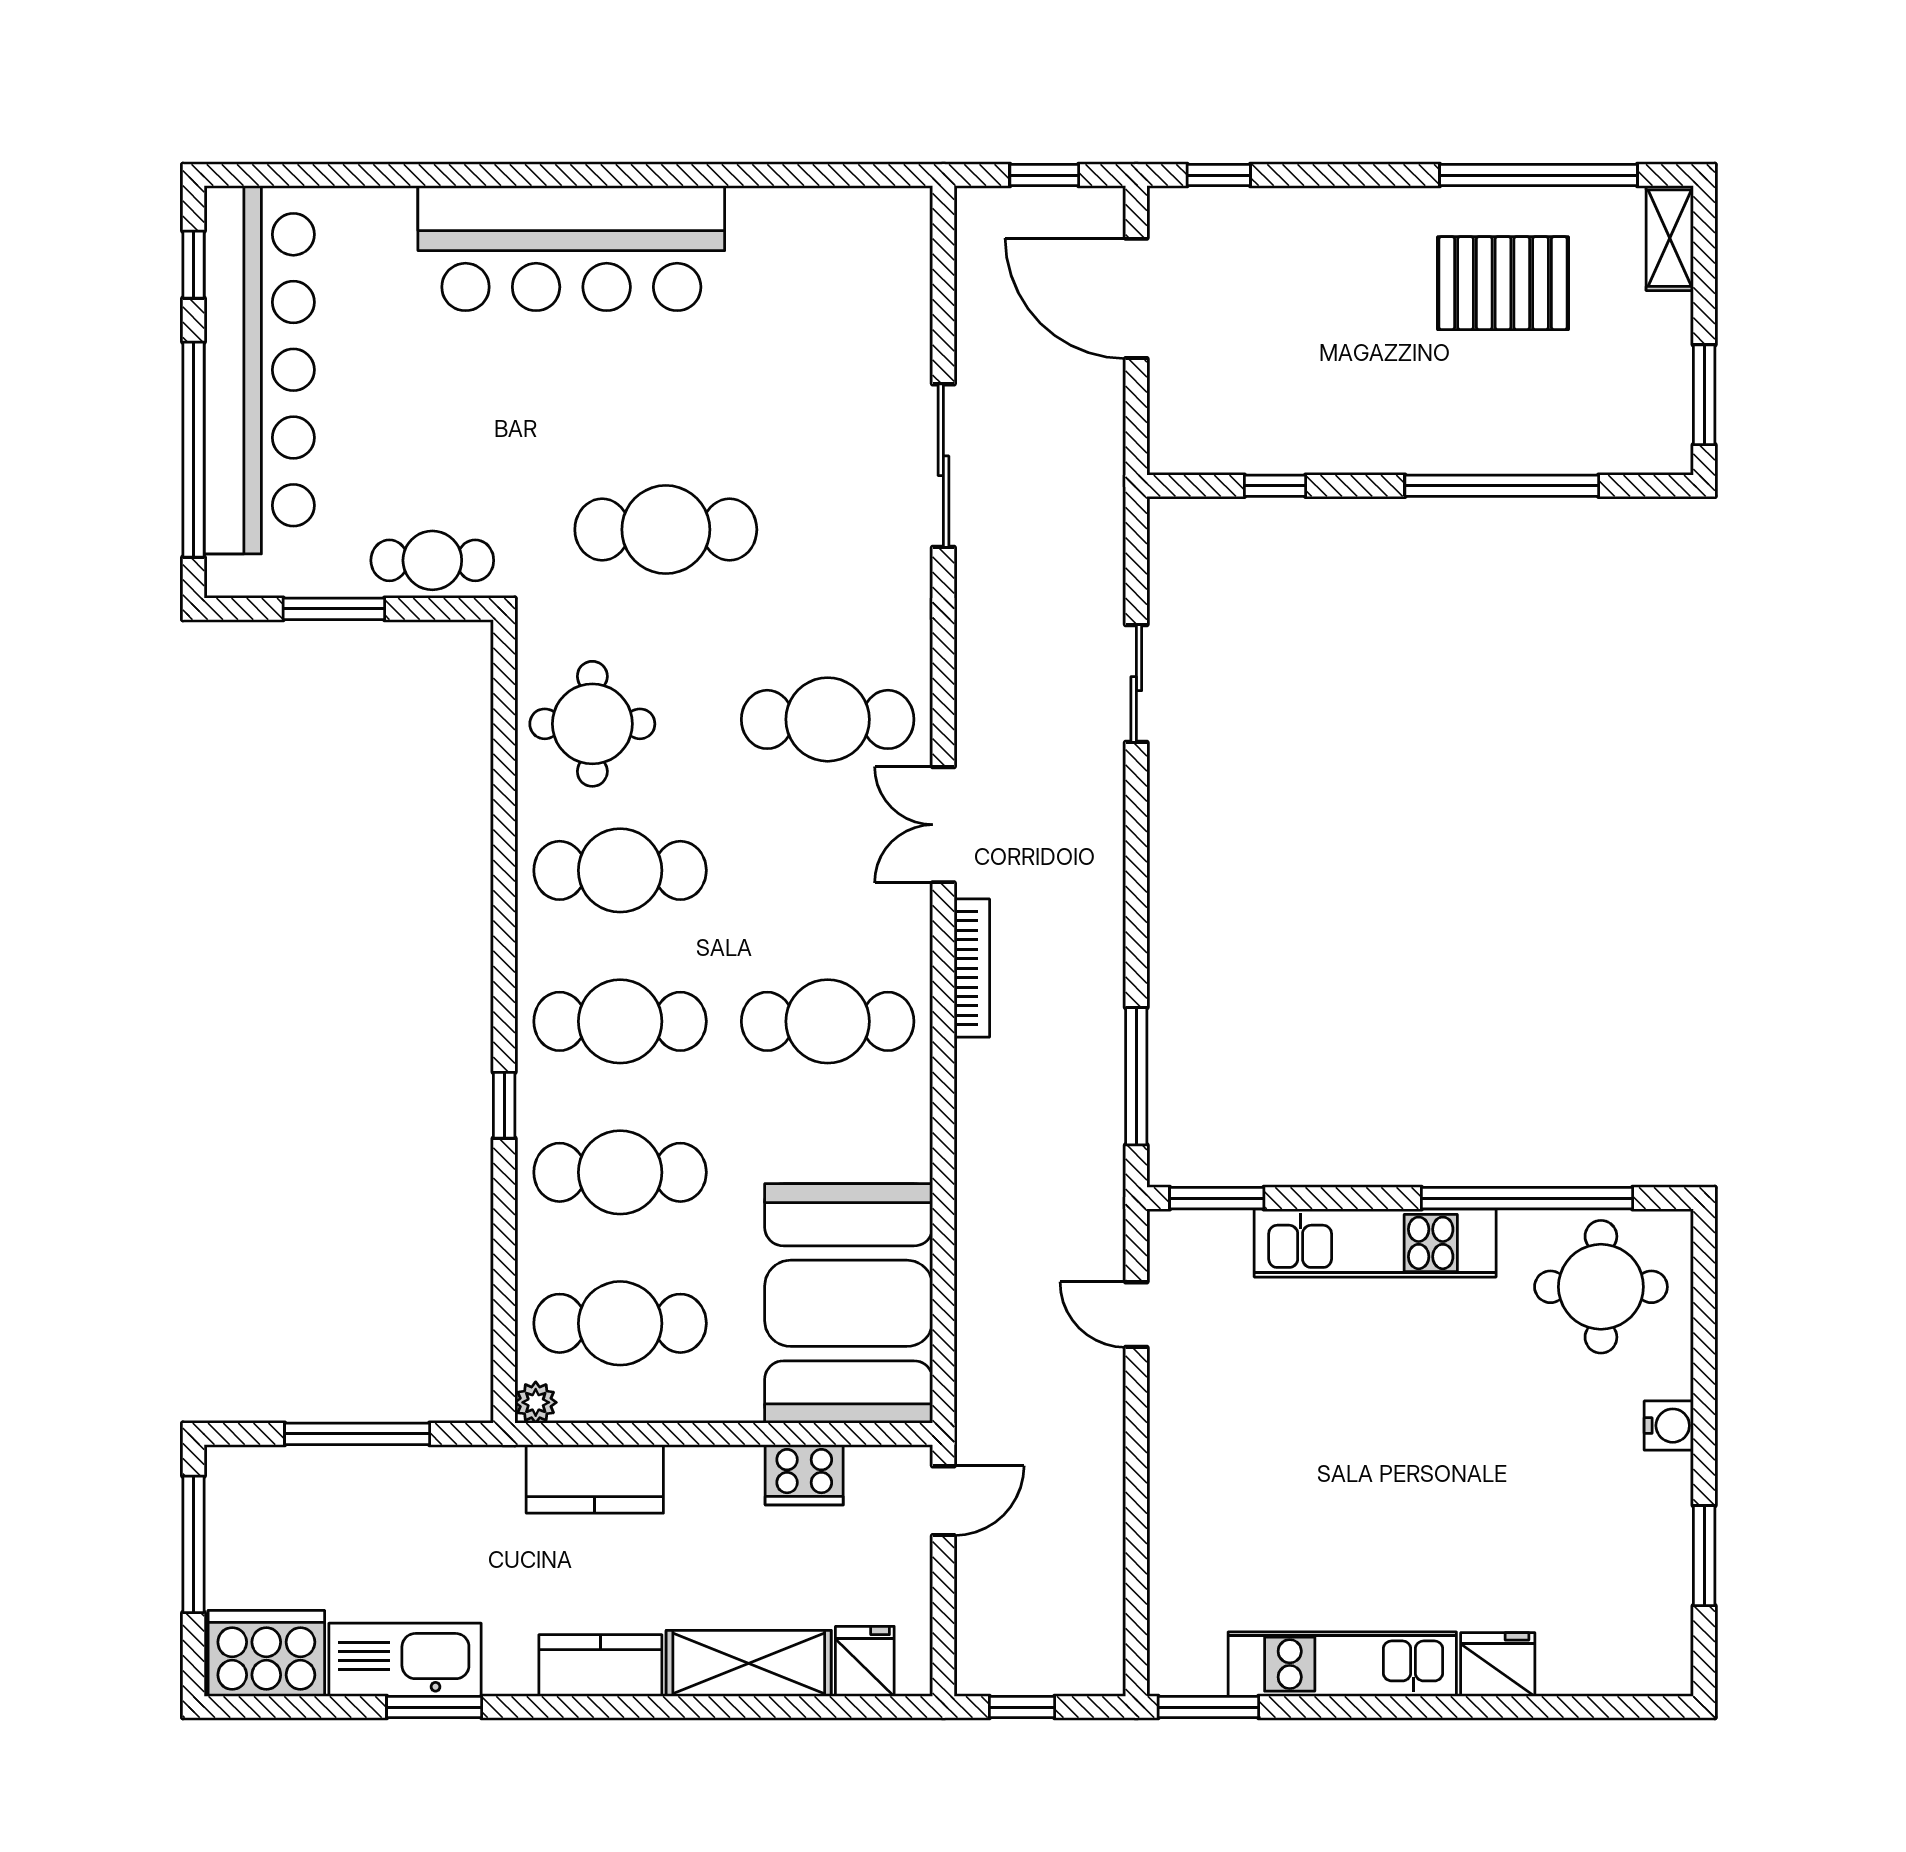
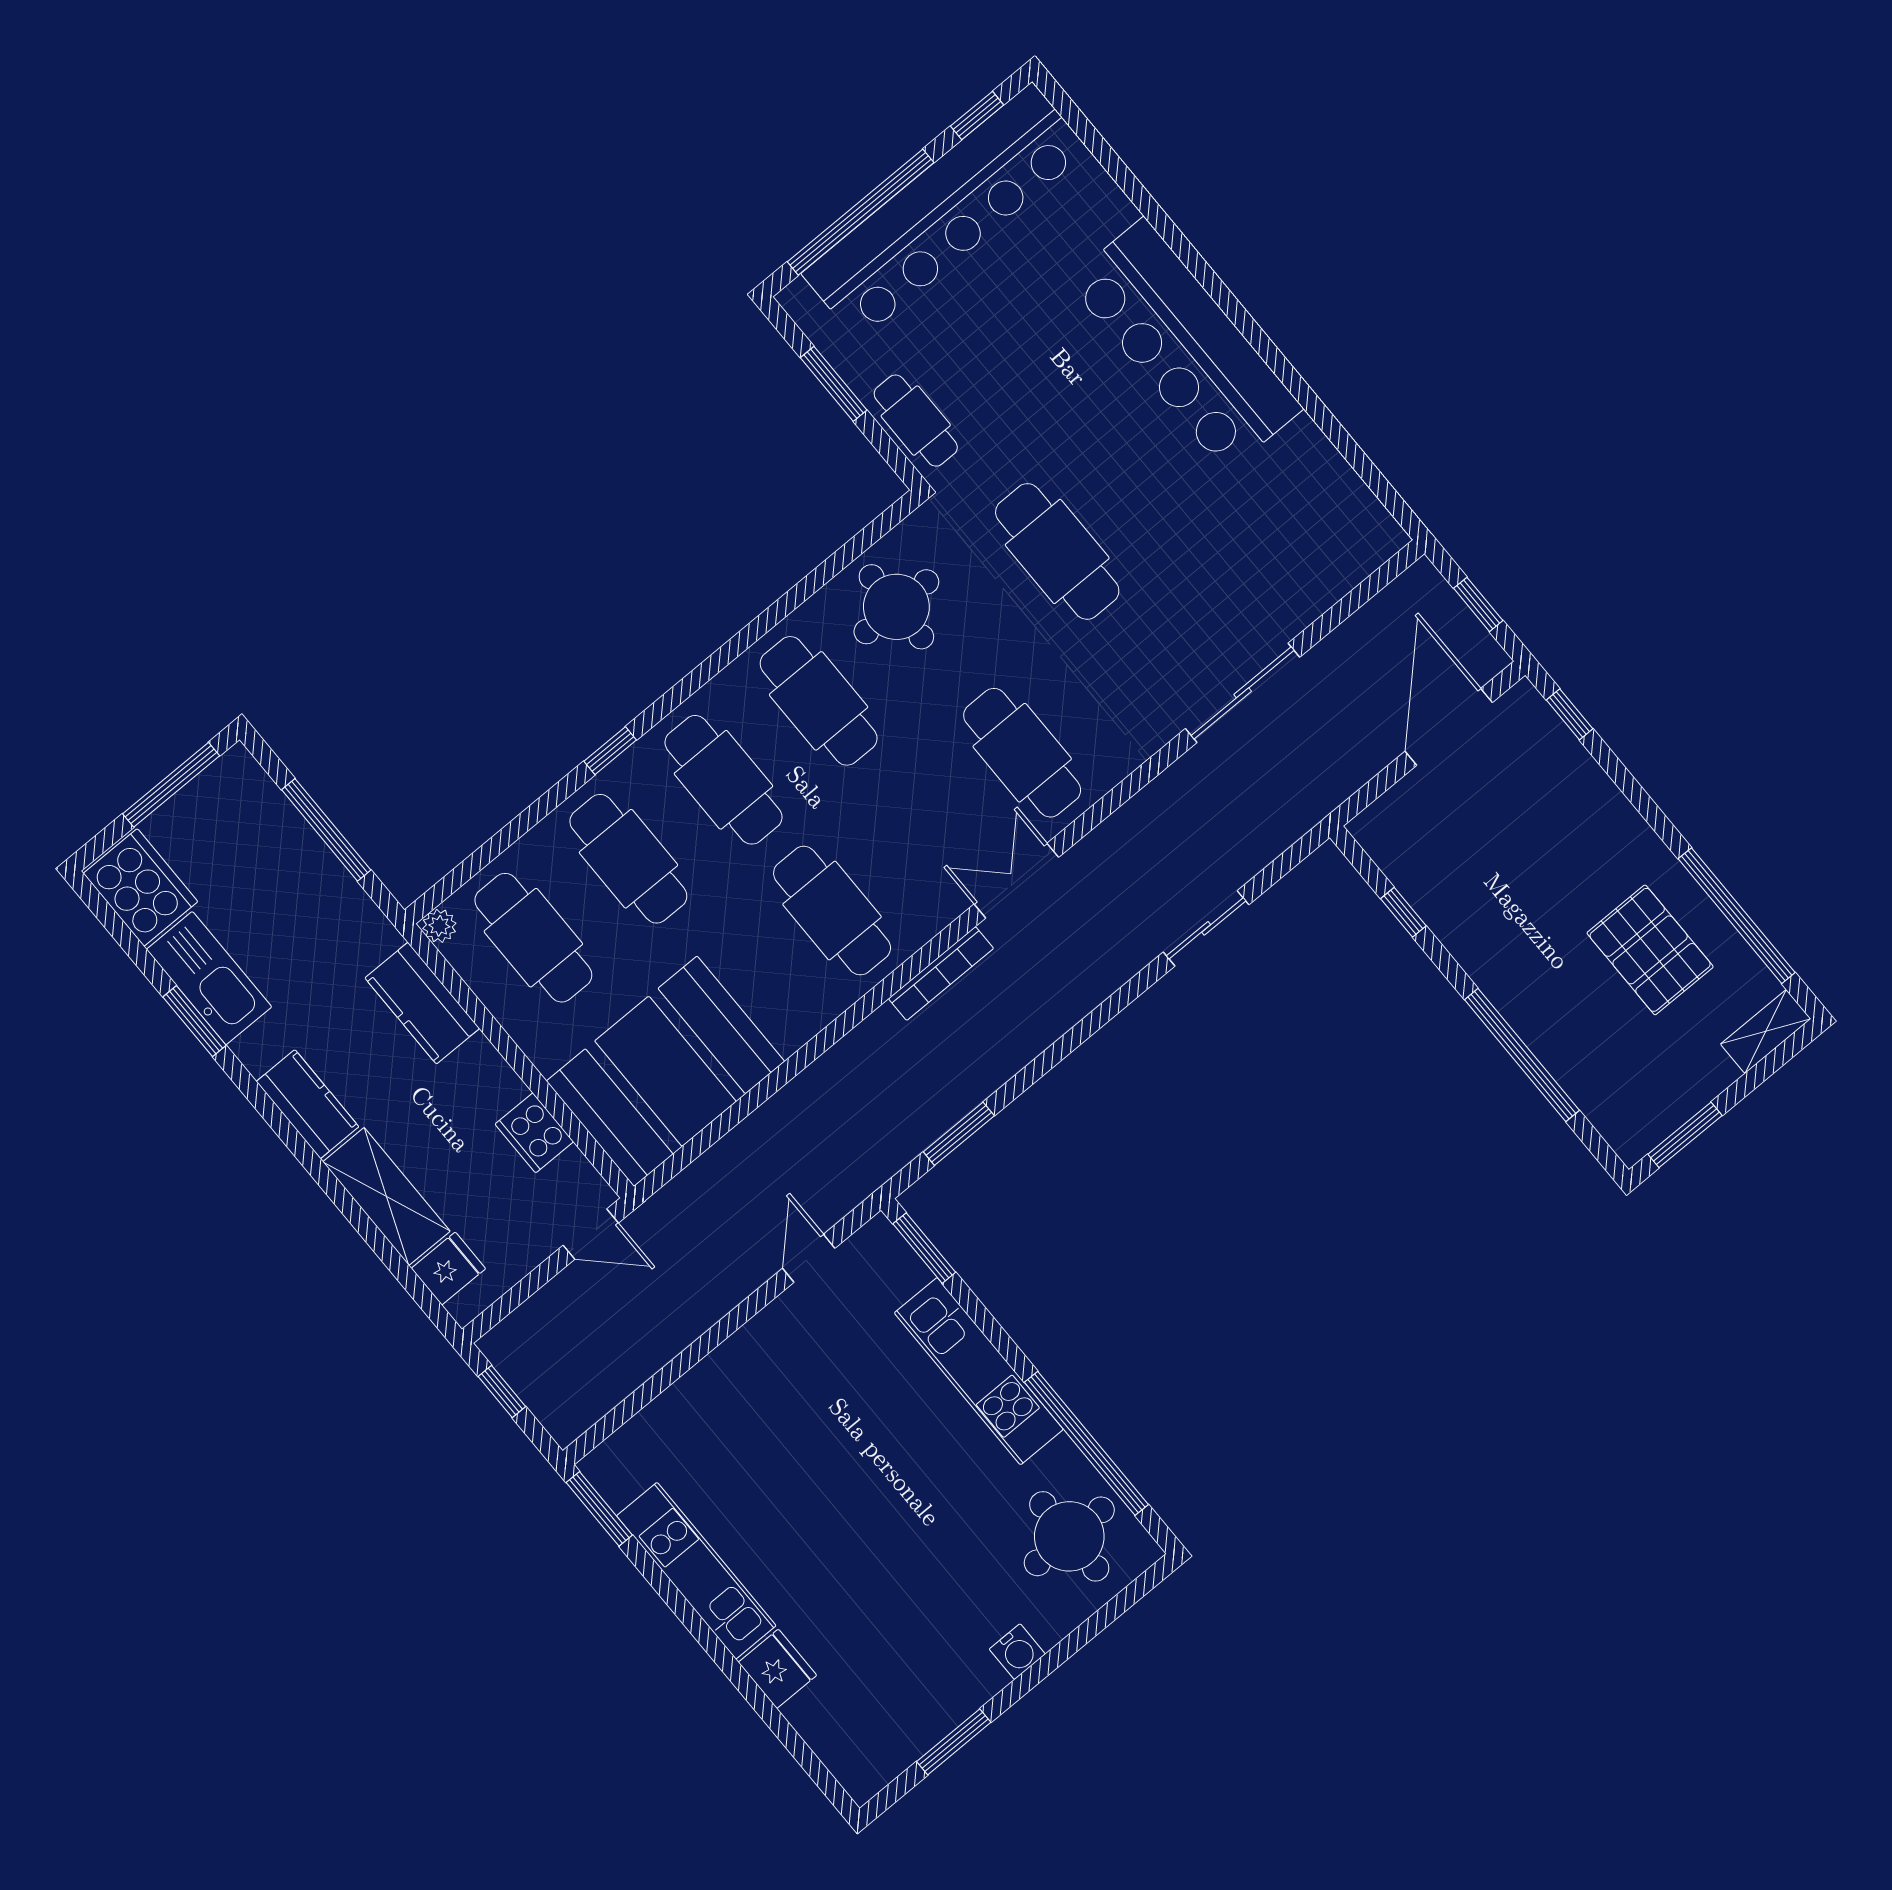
window: (1136, 1076) -> (959, 1134), width x0.69

